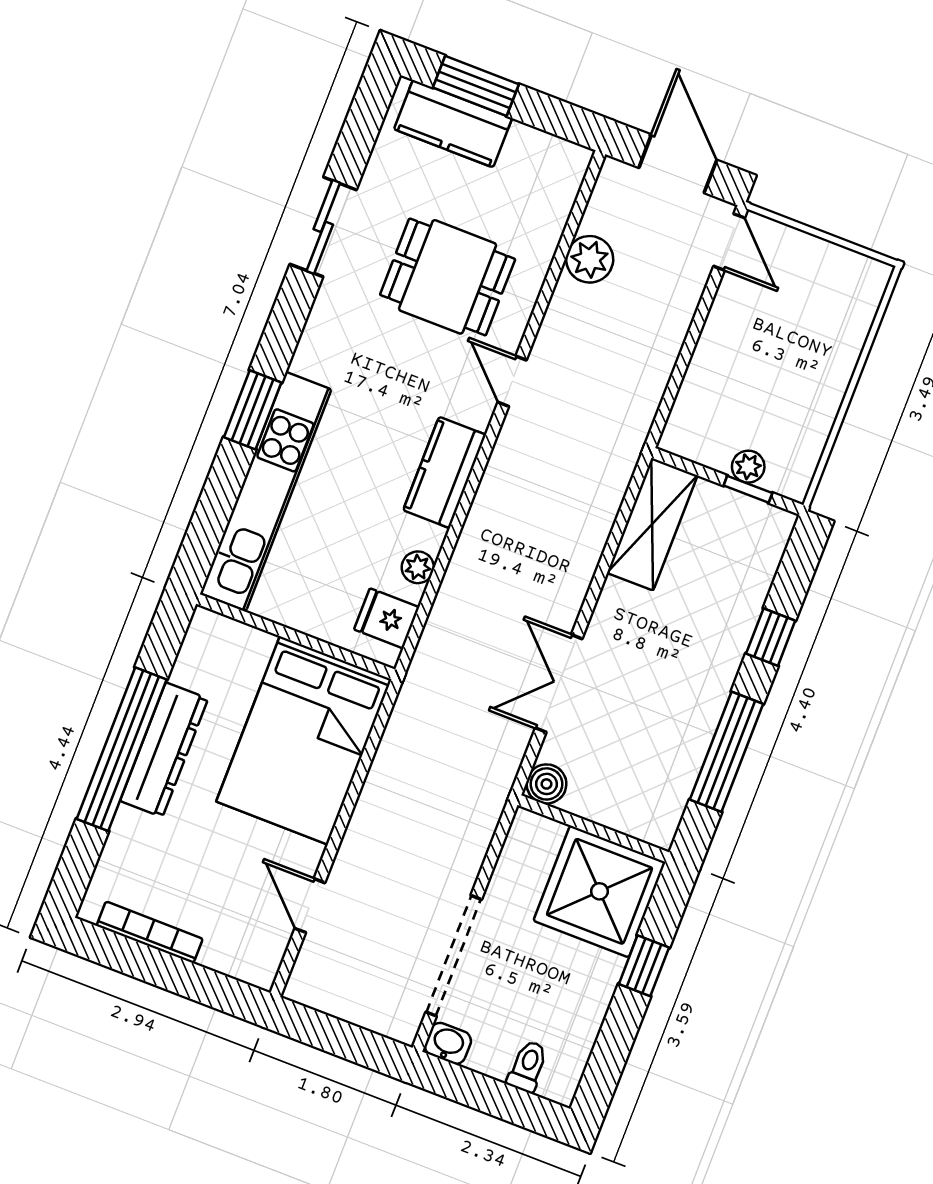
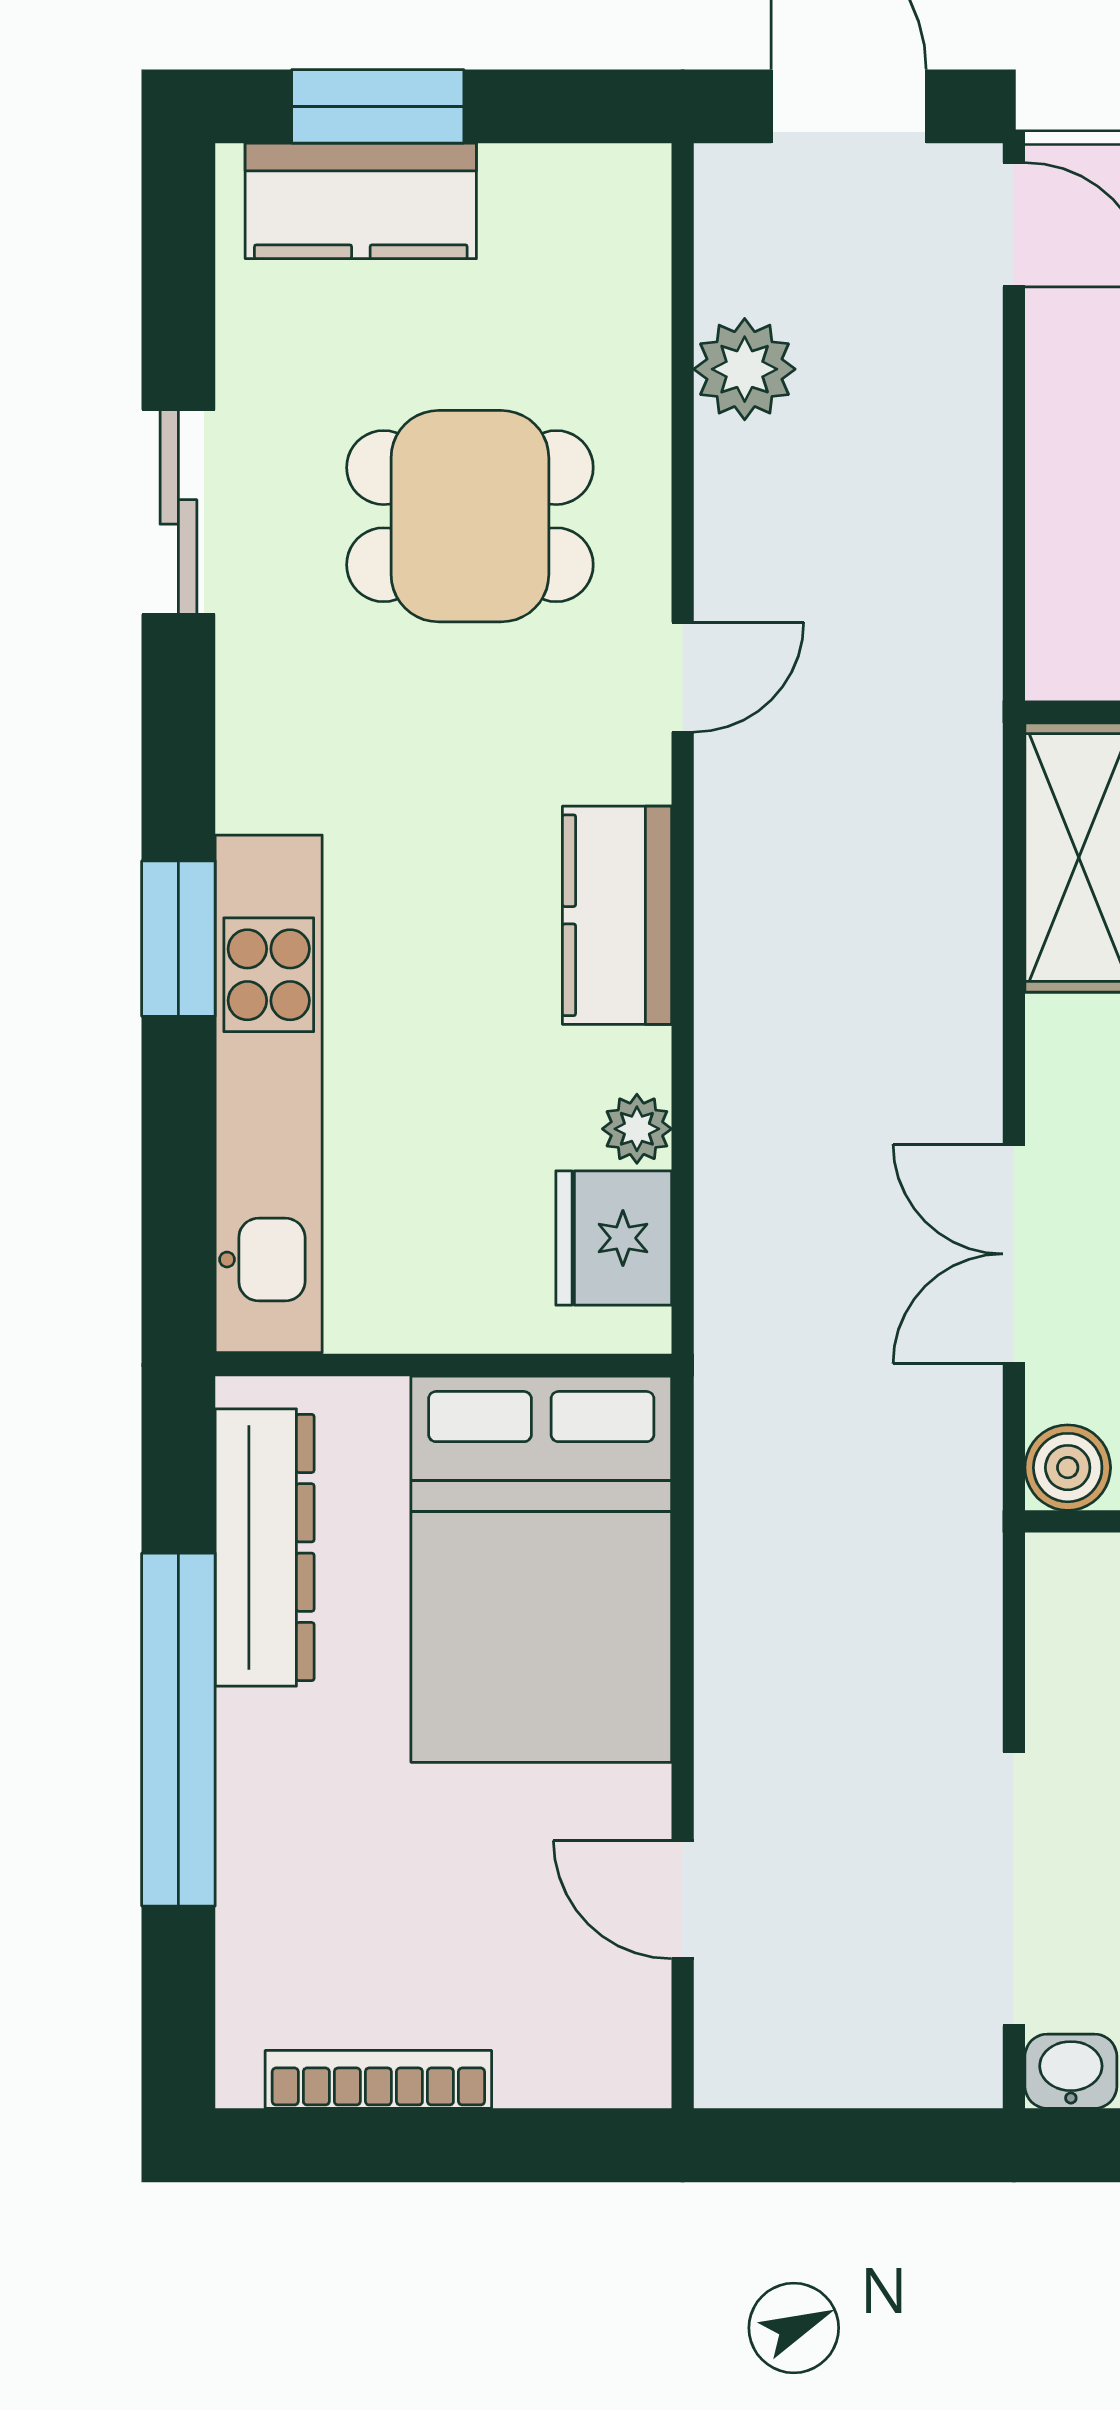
door: (512, 381) -> (683, 677), swing flipped
fridge: (387, 618) -> (614, 1238), width x1.38
dresser: (164, 750) -> (265, 1547), moved

